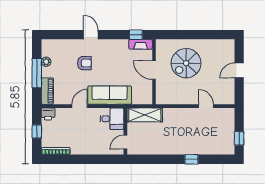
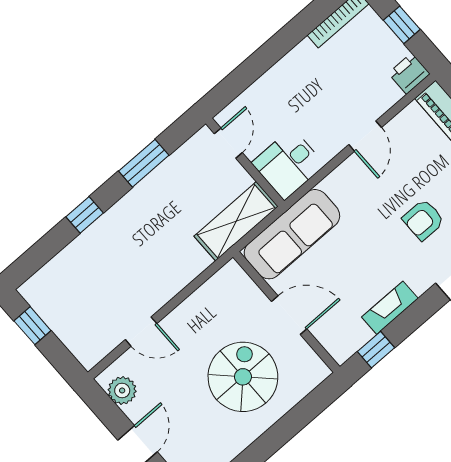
fireplace: (141, 44) -> (390, 308), moved
plant: (229, 93) -> (122, 390), added
sofa: (110, 95) -> (292, 234), moved
window: (158, 159) -> (144, 163), added

